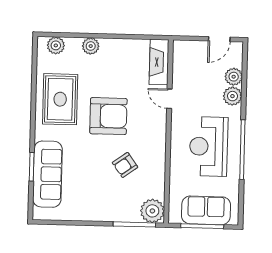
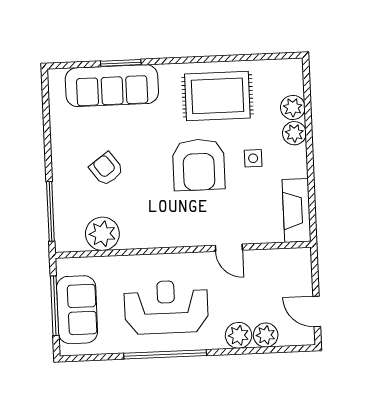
plant: (56, 45) -> (293, 107), moved
fireplace: (159, 62) -> (297, 210), moved, turned -90
side table: (106, 77) -> (253, 158), added
door: (169, 99) -> (229, 248), swing flipped
armchair: (125, 165) -> (106, 169), moved
plant: (152, 211) -> (102, 234), moved

